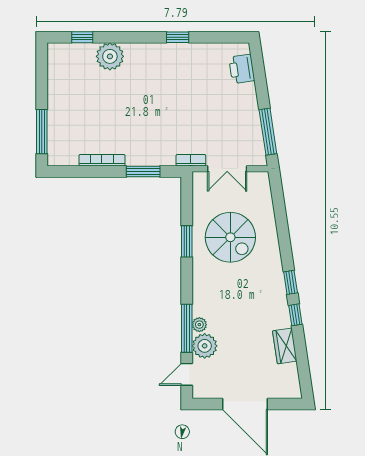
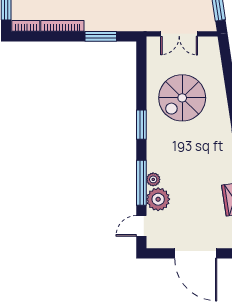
bookcase: (191, 160) -> (26, 26), moved
spiral stairs: (230, 237) -> (182, 98), turned 90
window: (187, 241) -> (141, 125), moved

